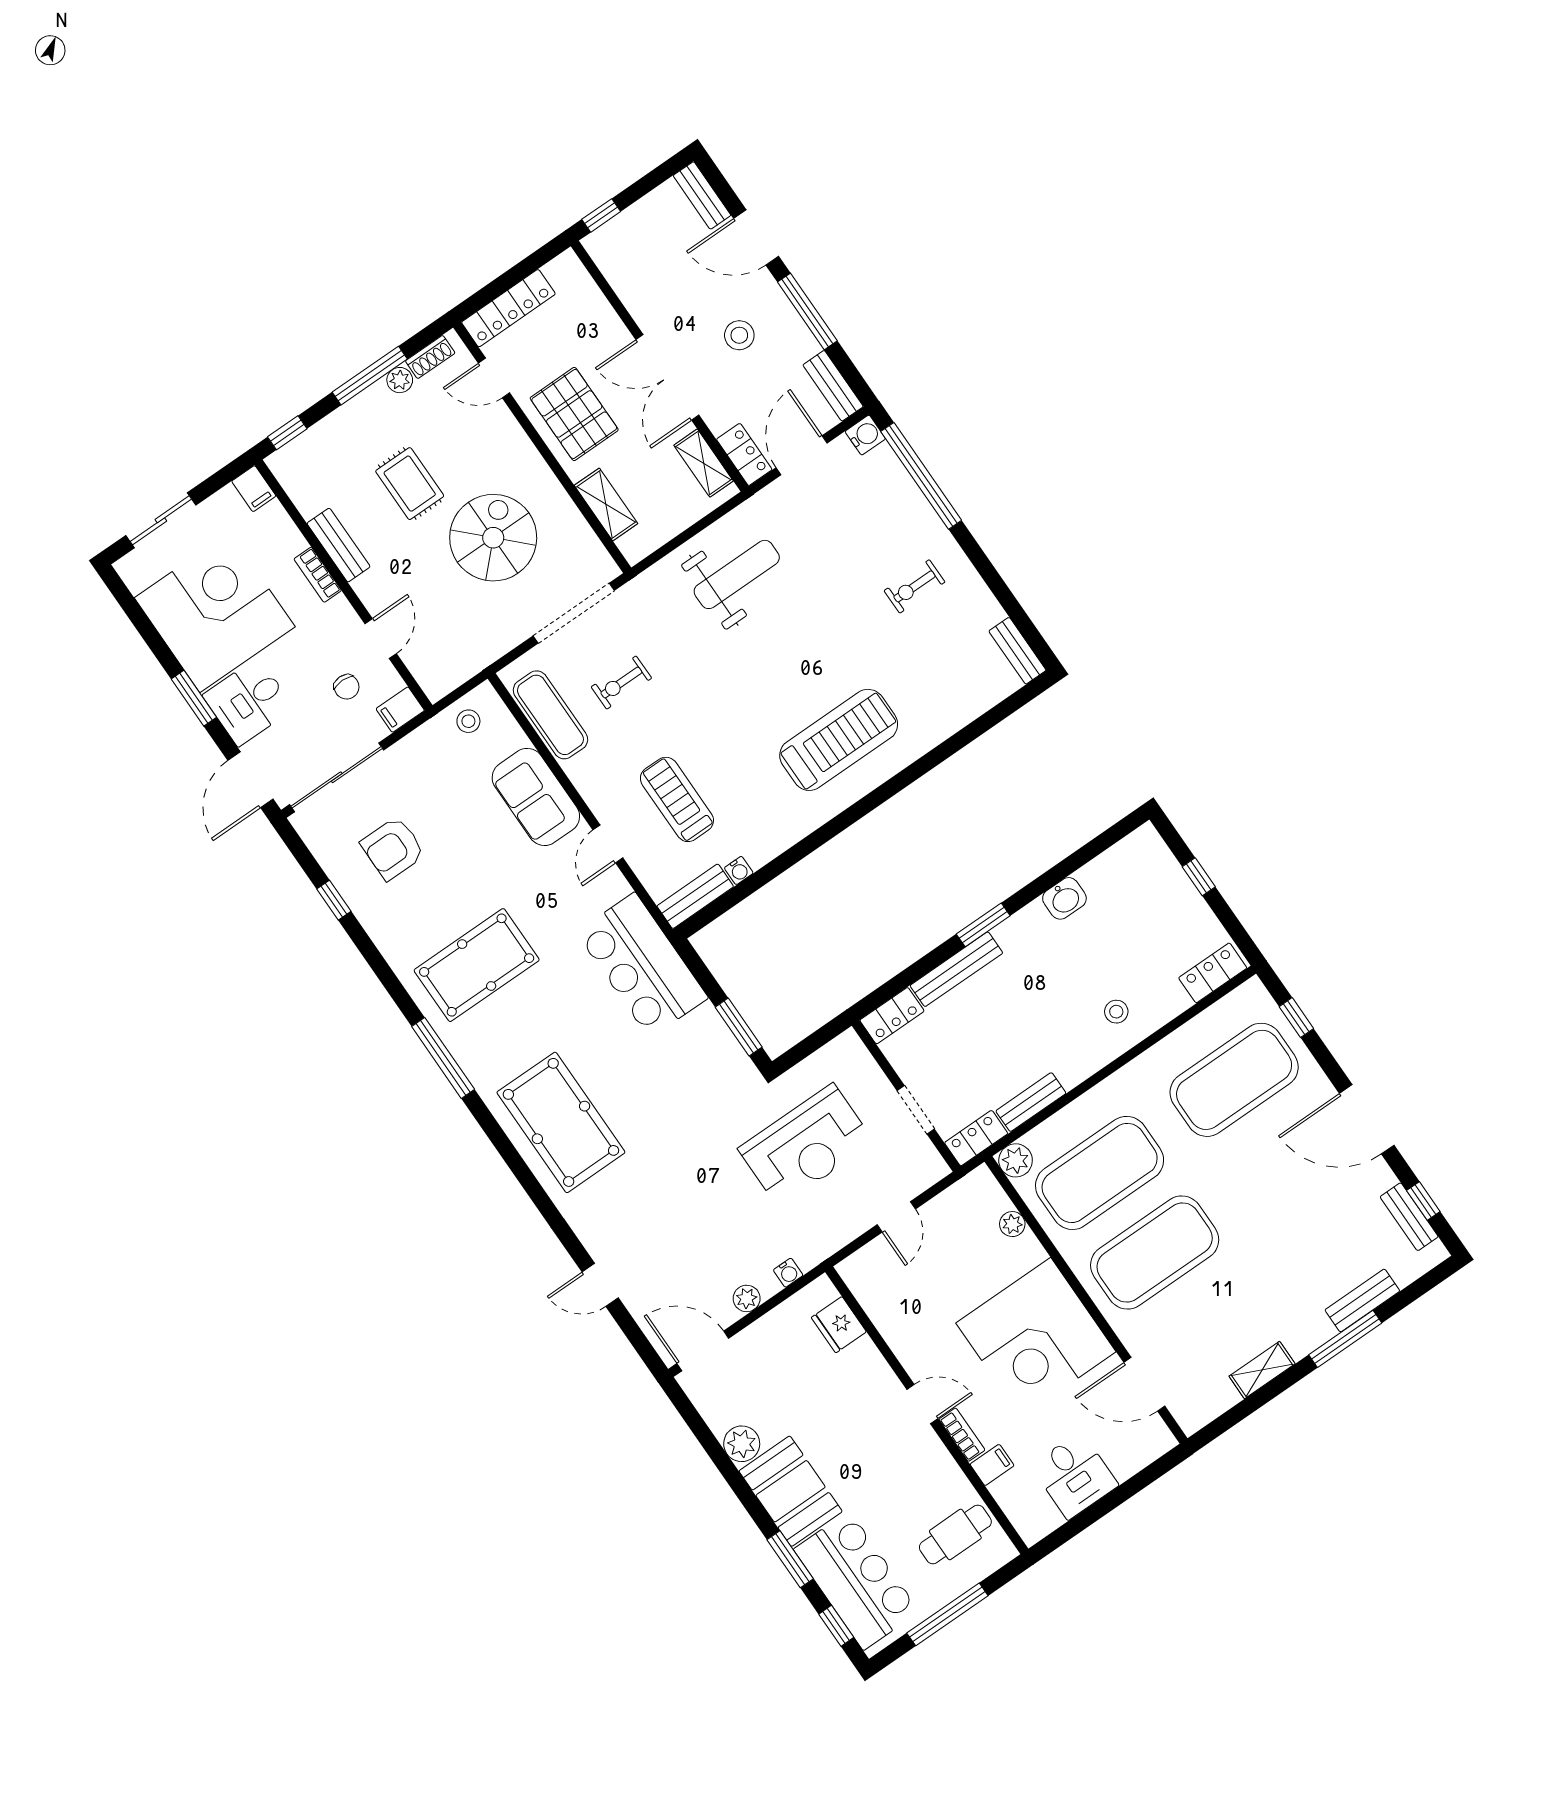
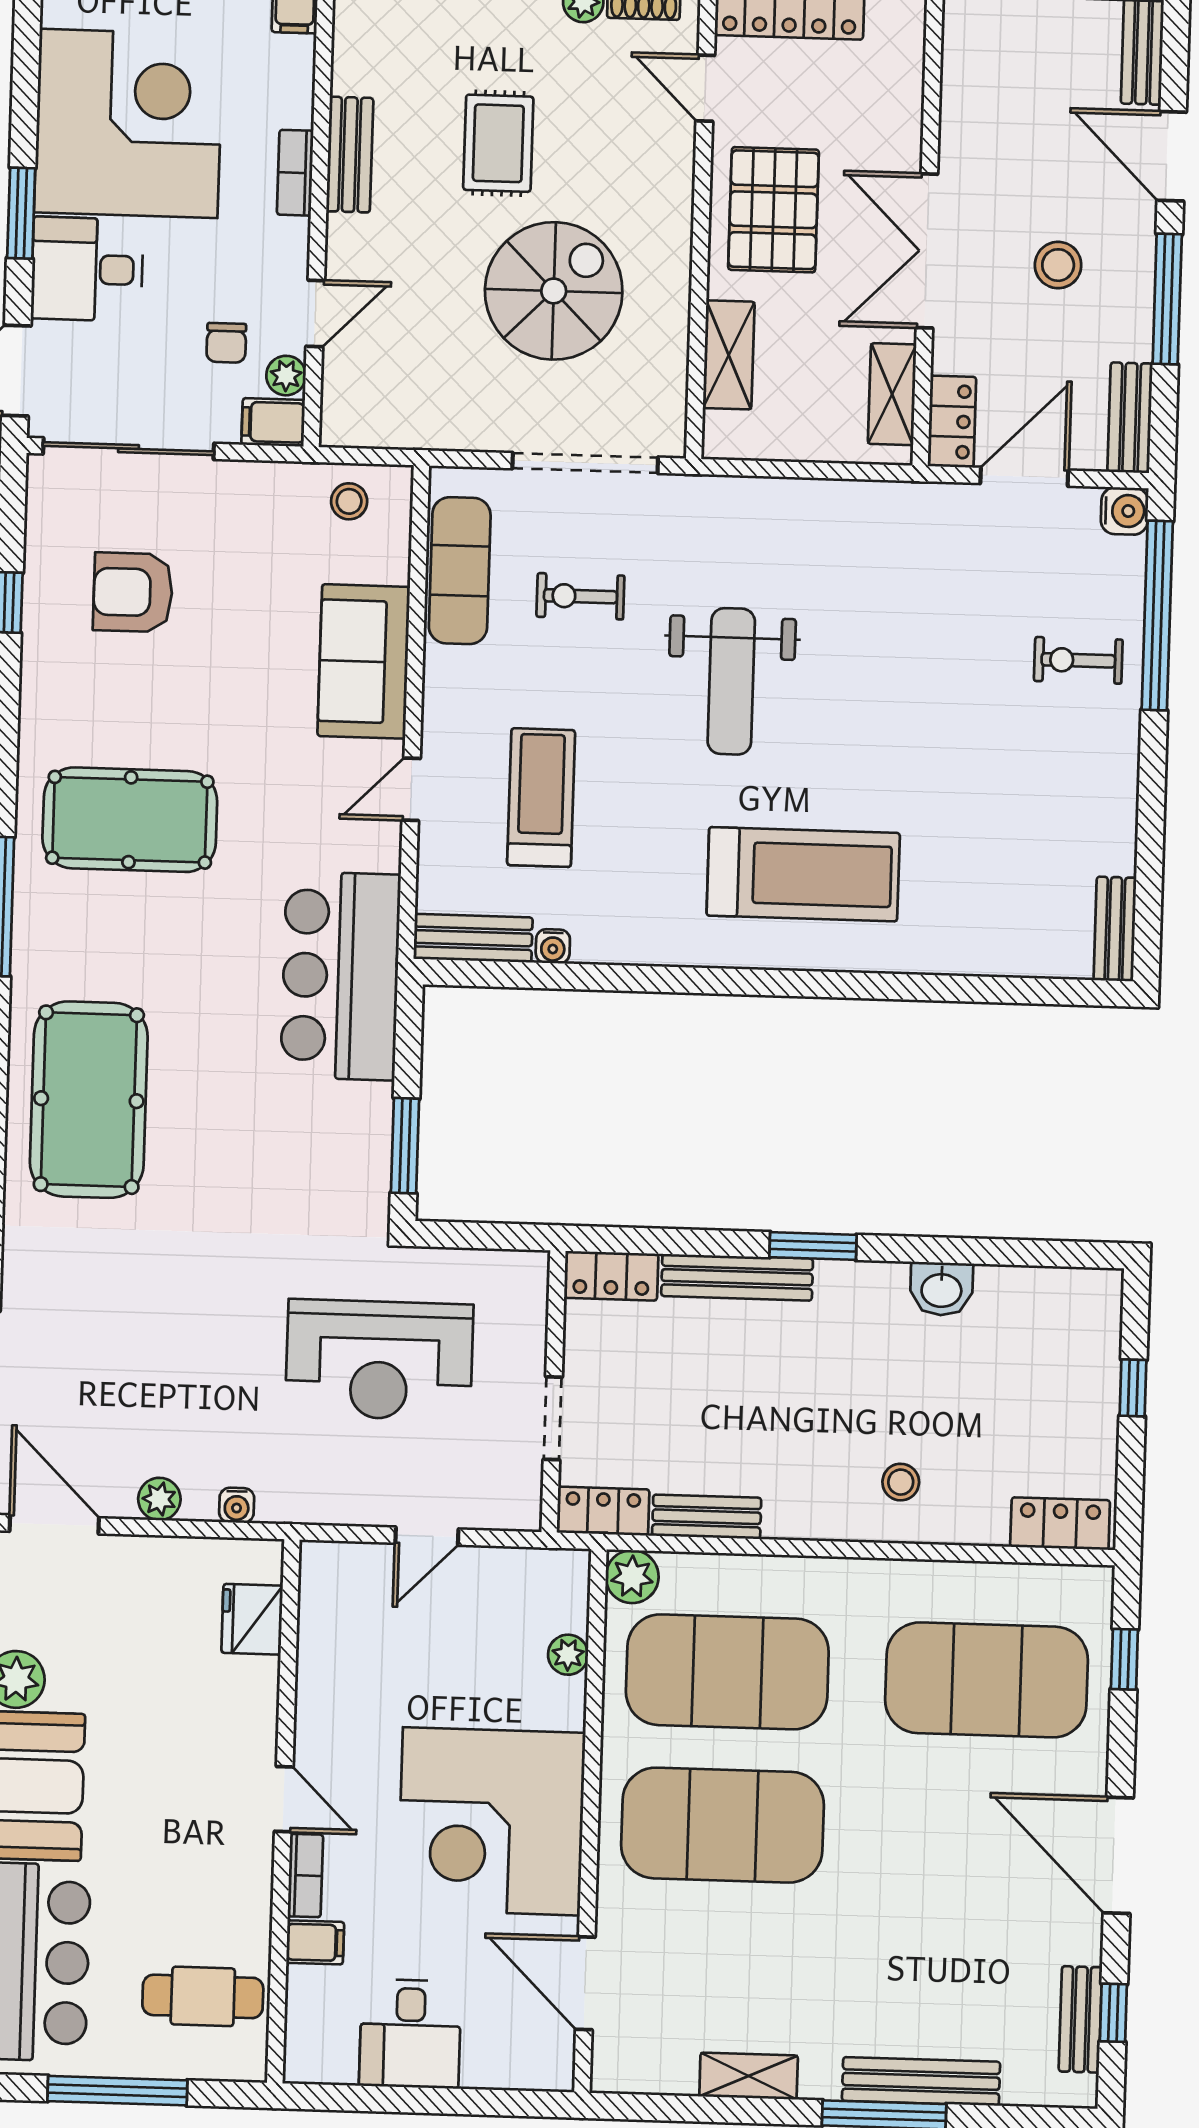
weight bench: (737, 574) -> (731, 681), moved, turned 90
exercise bike: (914, 586) -> (1078, 660), moved
plant: (389, 681) -> (286, 376), added
bench: (1362, 1300) -> (921, 2081), width x1.36

